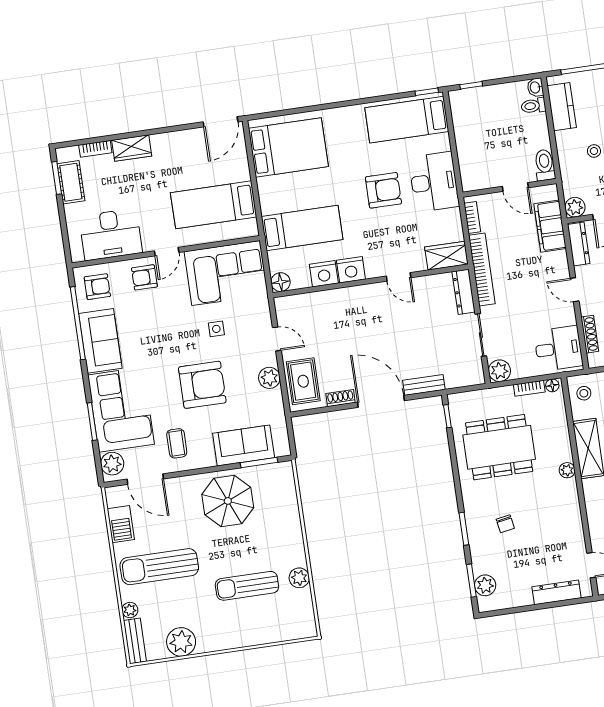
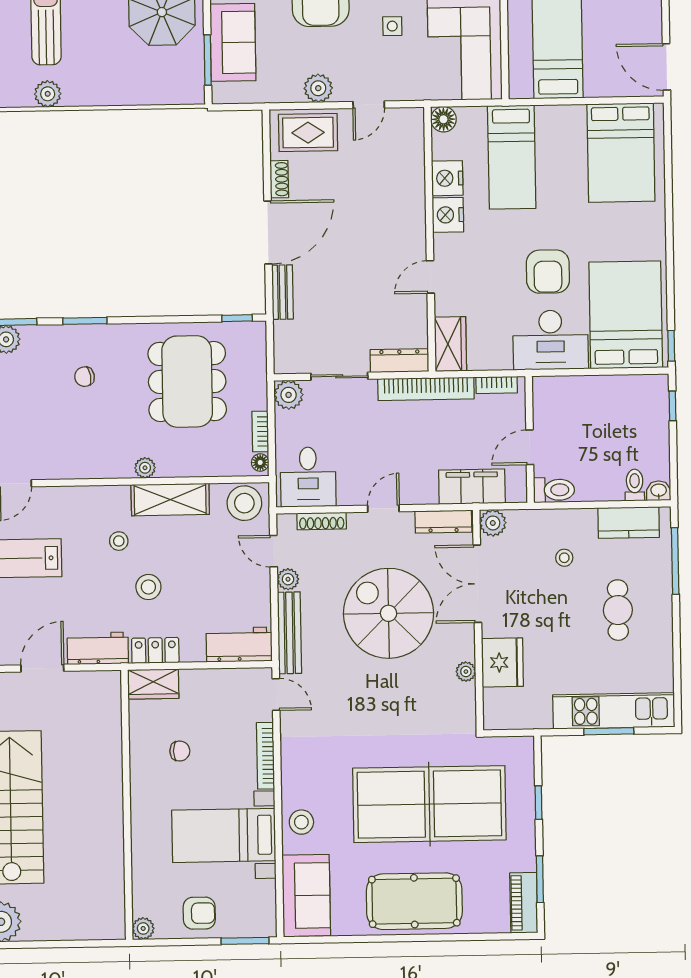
bed: (407, 120) -> (626, 315), width x1.50
stool: (584, 393) -> (244, 503), width x1.89, depth x1.89

